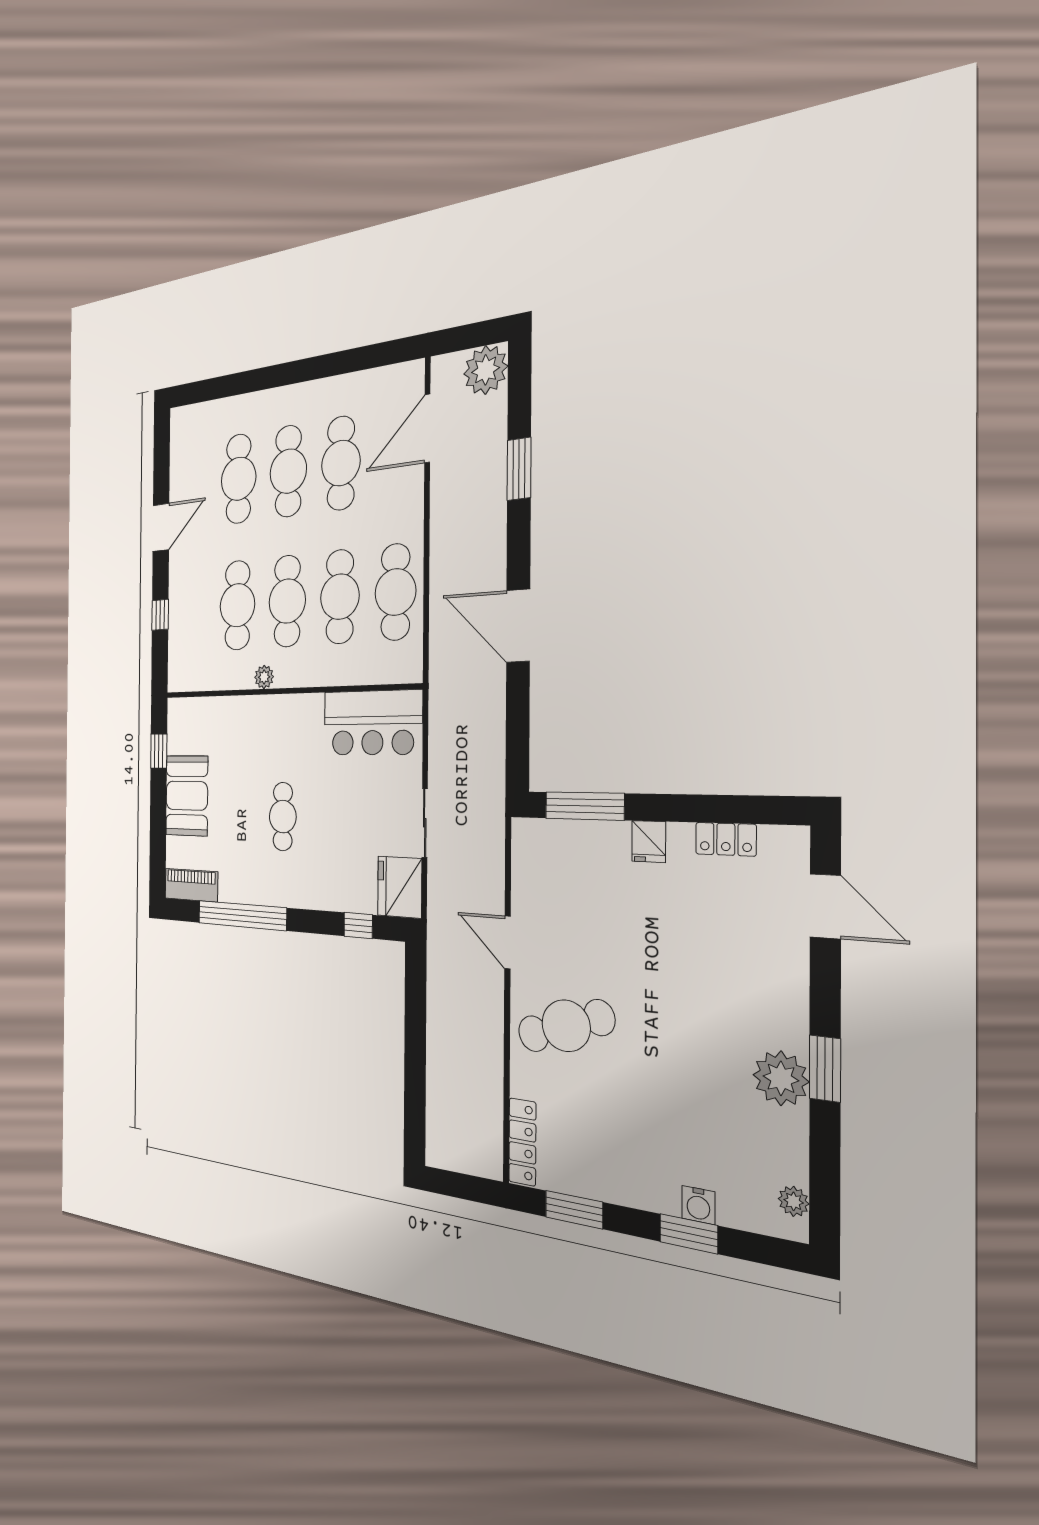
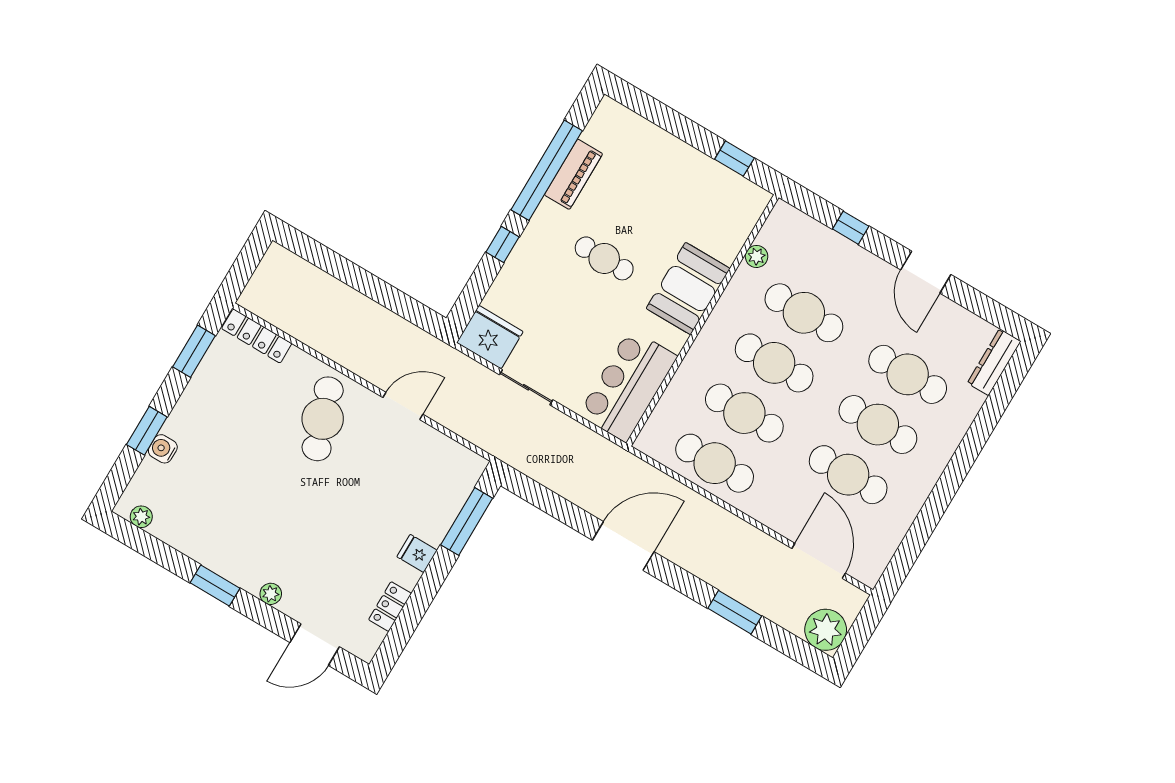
dresser: (195, 416) -> (994, 362), added
plant: (264, 677) -> (757, 256), moved
booth: (187, 796) -> (688, 289), moved, turned 90
piano: (191, 885) -> (574, 174), moved
window: (358, 926) -> (503, 245), moved
plant: (781, 1078) -> (271, 594), moved, width x0.53, depth x0.53

